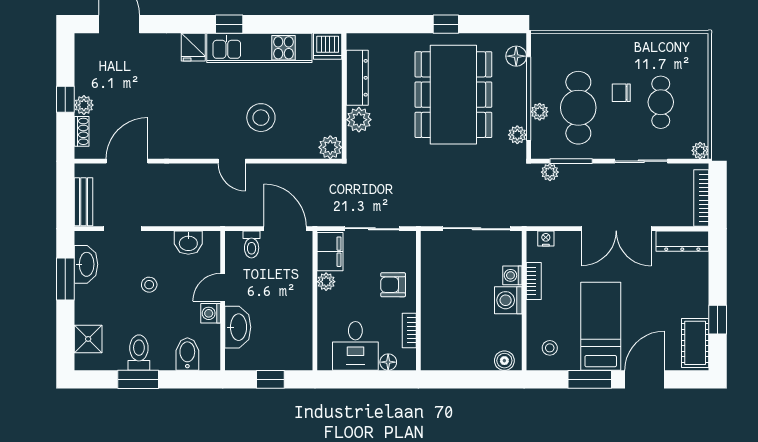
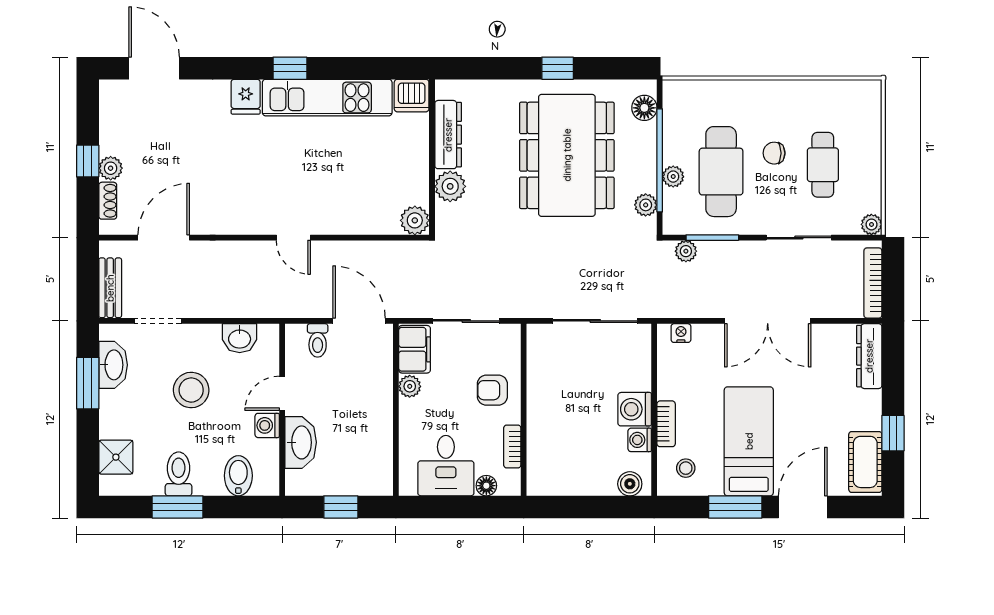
stool: (261, 118) -> (329, 184), removed
dresser: (682, 241) -> (869, 356), moved, turned 90
washing machine: (512, 275) -> (640, 440), moved
bookcase: (534, 281) -> (666, 424), moved
stool: (149, 285) -> (191, 390), width x1.89, depth x1.89

